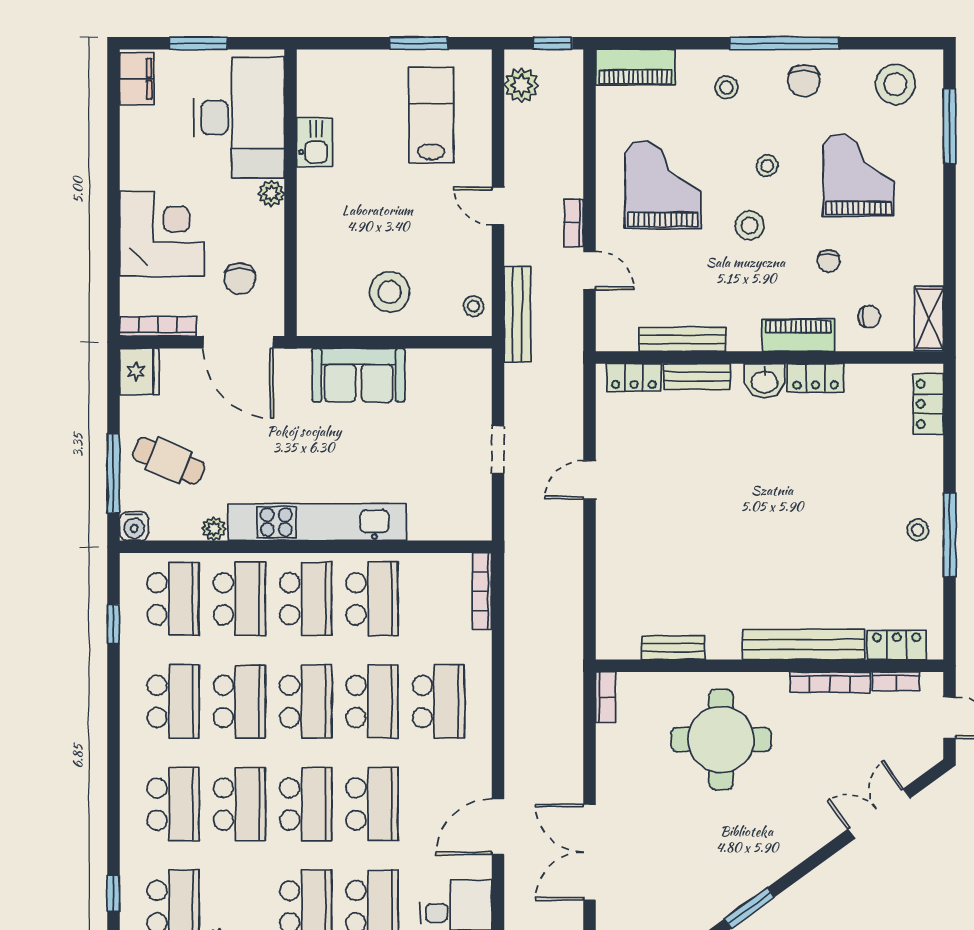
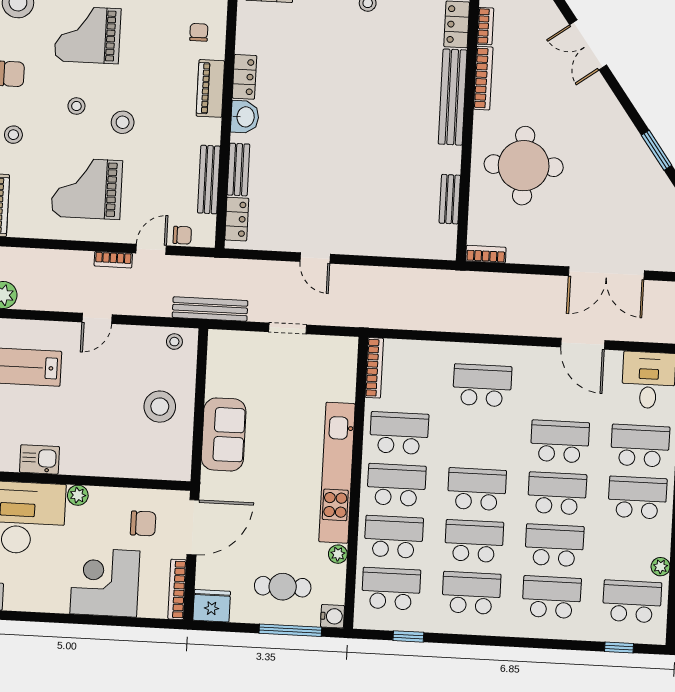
chair: (829, 261) -> (182, 235), moved
bench: (517, 315) -> (210, 309), moved
cafe table: (168, 461) -> (283, 587), turned 67
bookcase: (482, 591) -> (374, 368), moved, turned -90
school desk: (372, 701) -> (479, 437), removed

